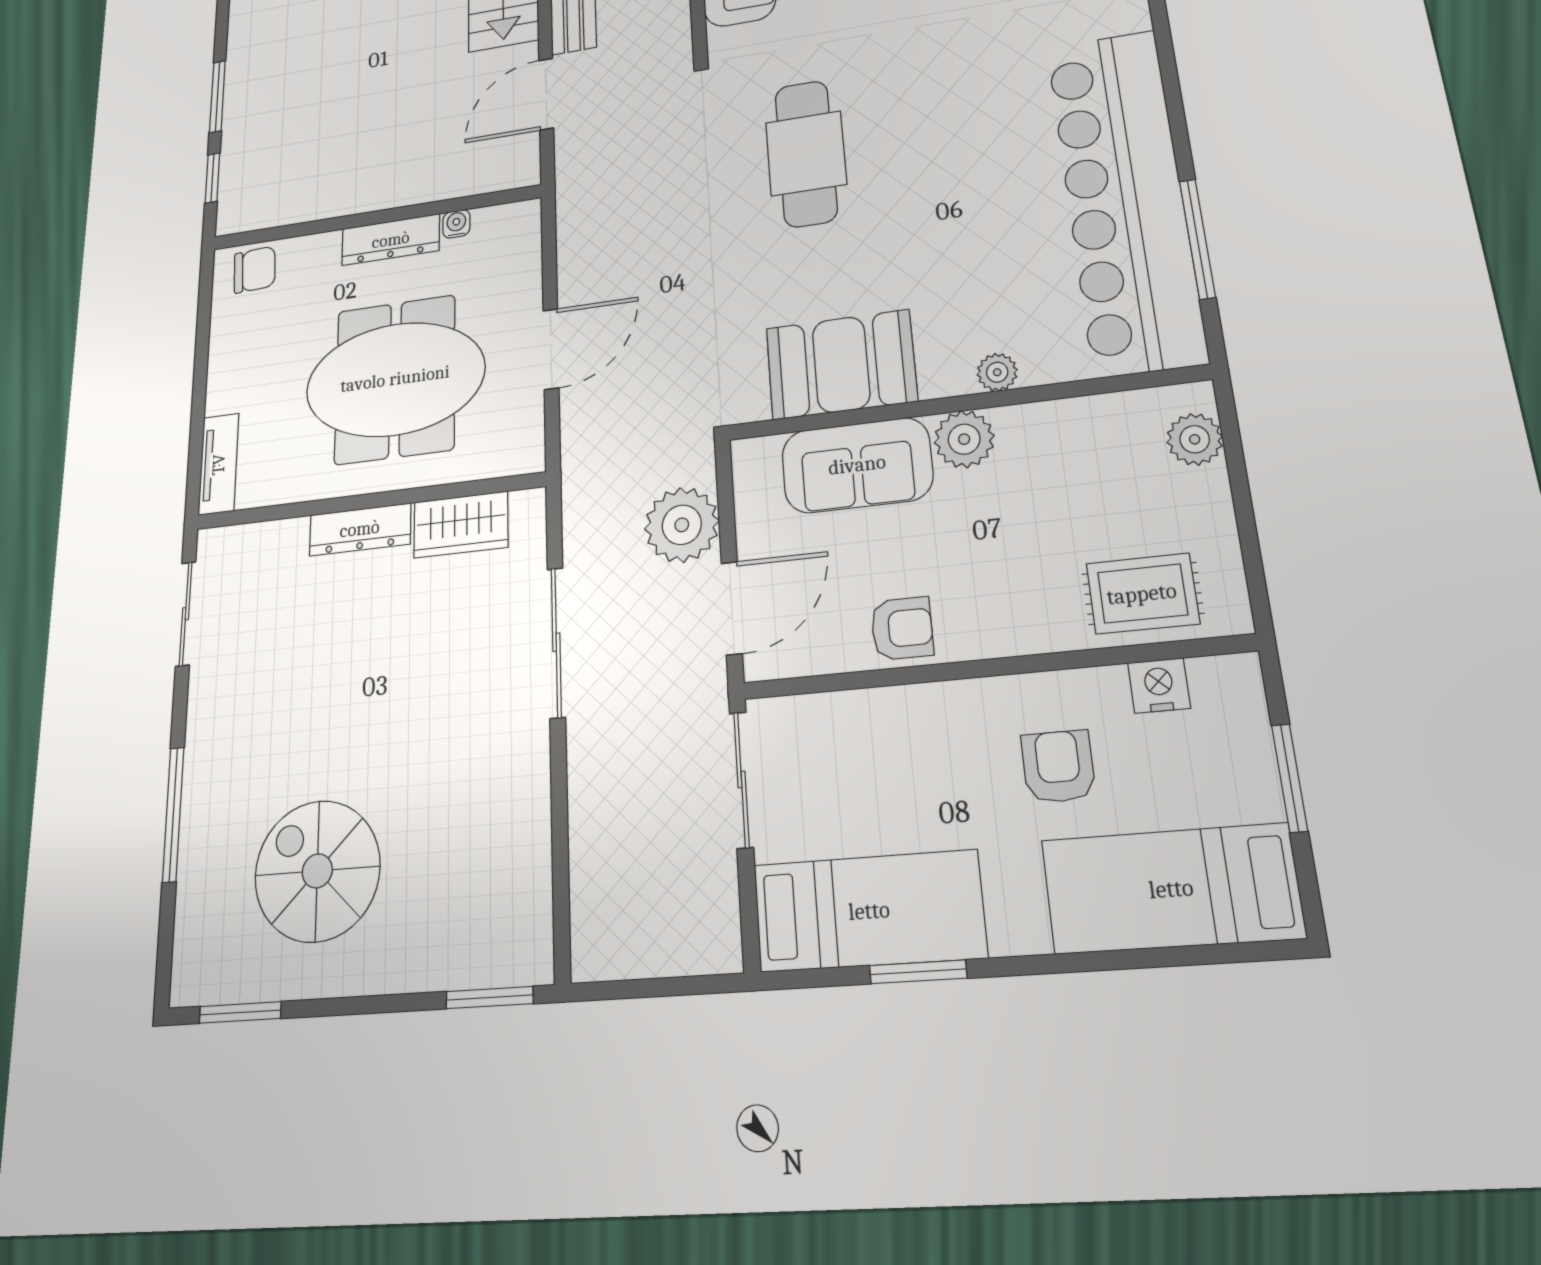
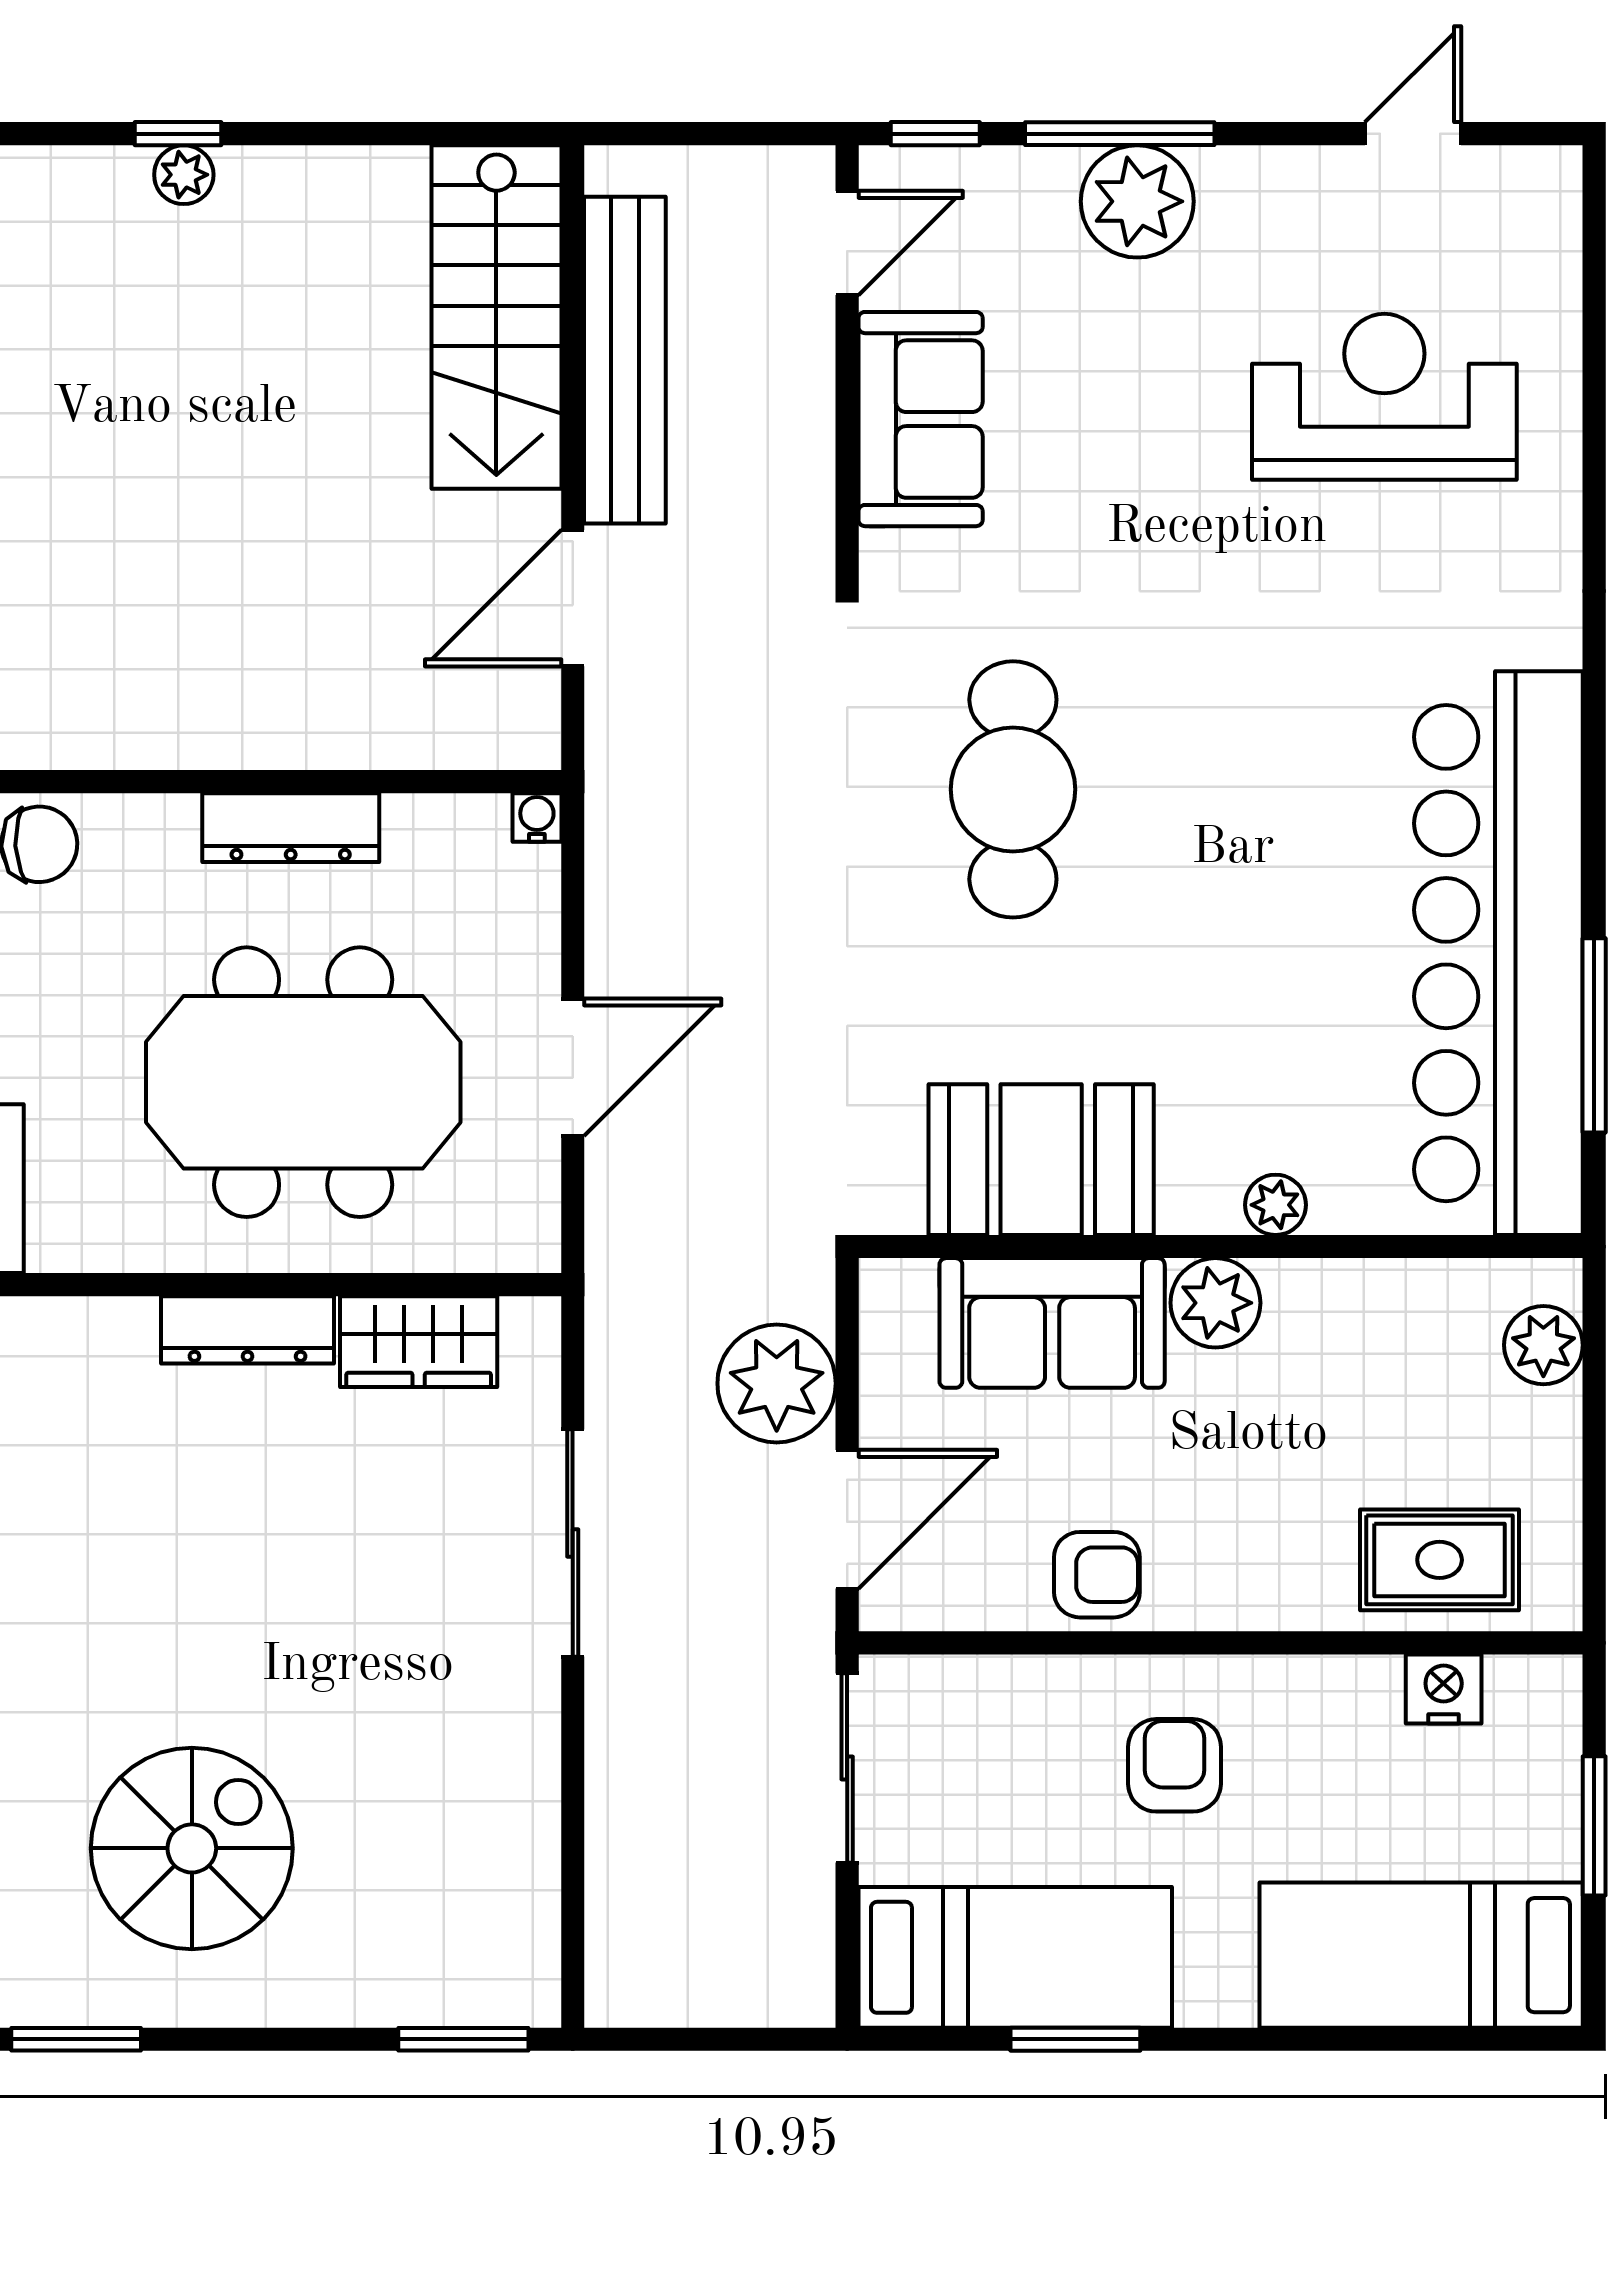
water cooler: (456, 224) -> (537, 817), moved
armchair: (1058, 766) -> (1175, 1765), moved
spiral stairs: (317, 871) -> (192, 1848), turned 90

